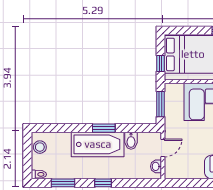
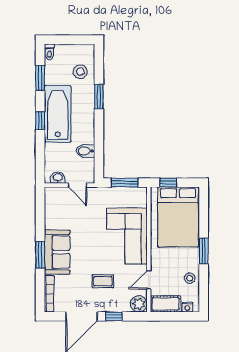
window: (104, 128) -> (99, 97), moved
bathtub: (98, 144) -> (58, 114), moved, turned 180
stool: (40, 147) -> (80, 72), moved

